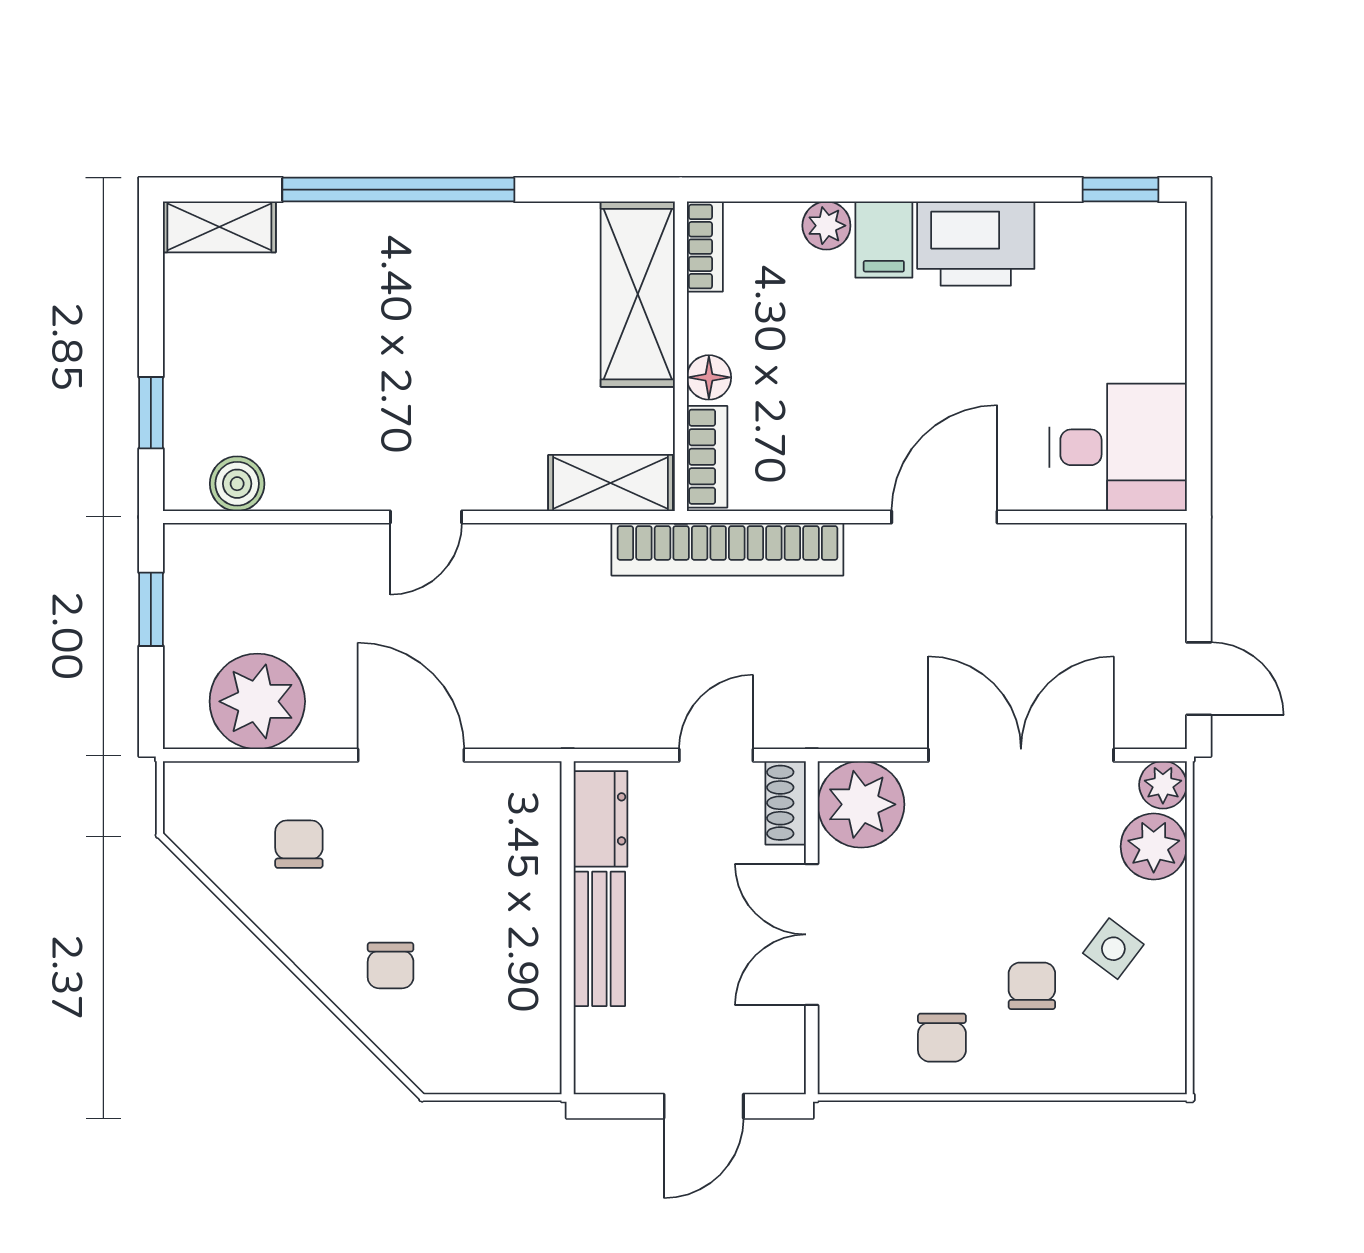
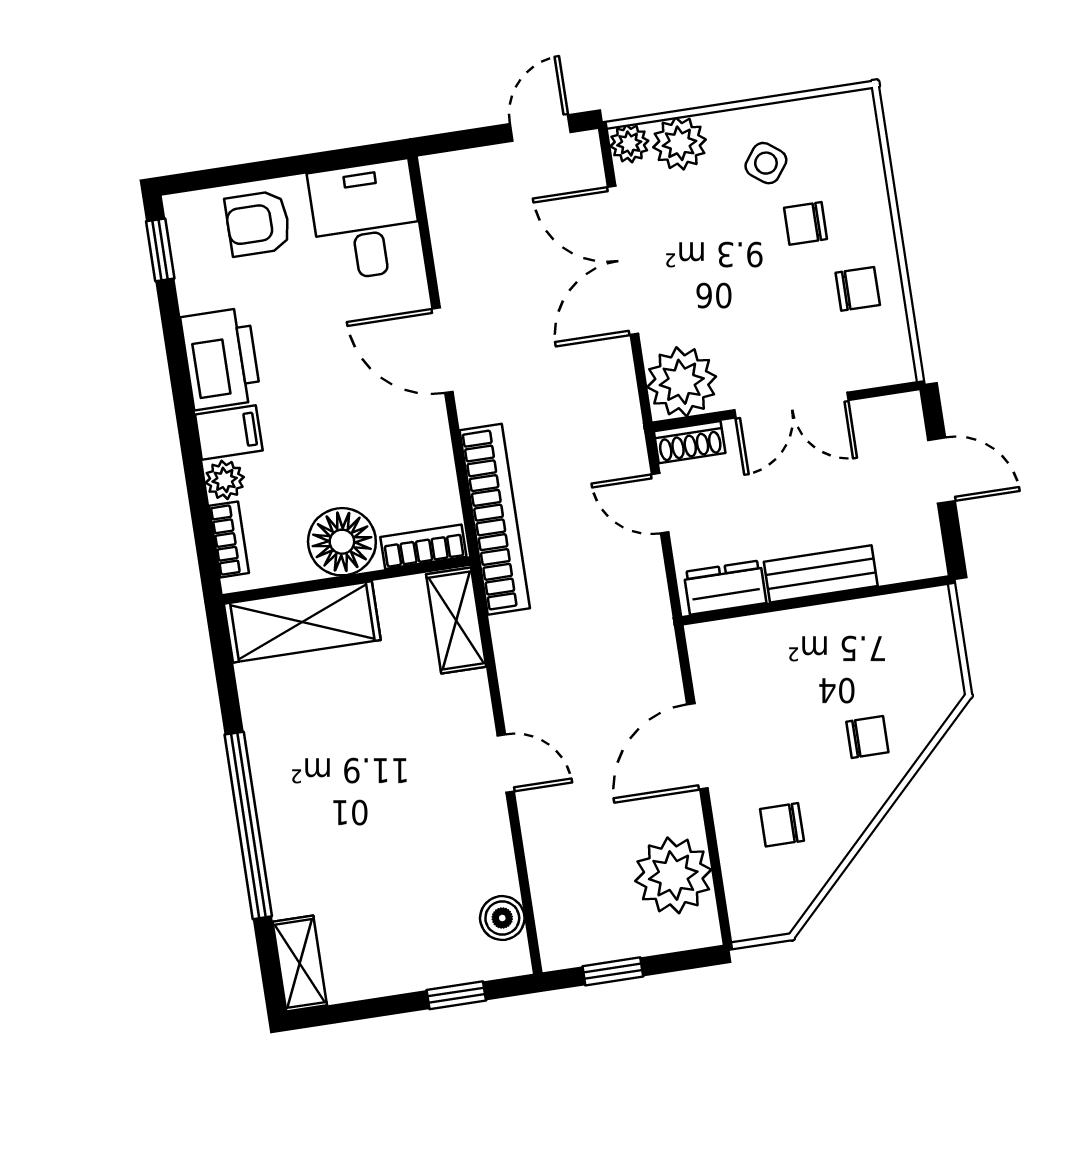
bookcase: (705, 247) -> (229, 539), moved, turned 90
armchair: (1135, 314) -> (258, 223), added
floor lamp: (709, 377) -> (342, 542), width x1.89, depth x1.89

